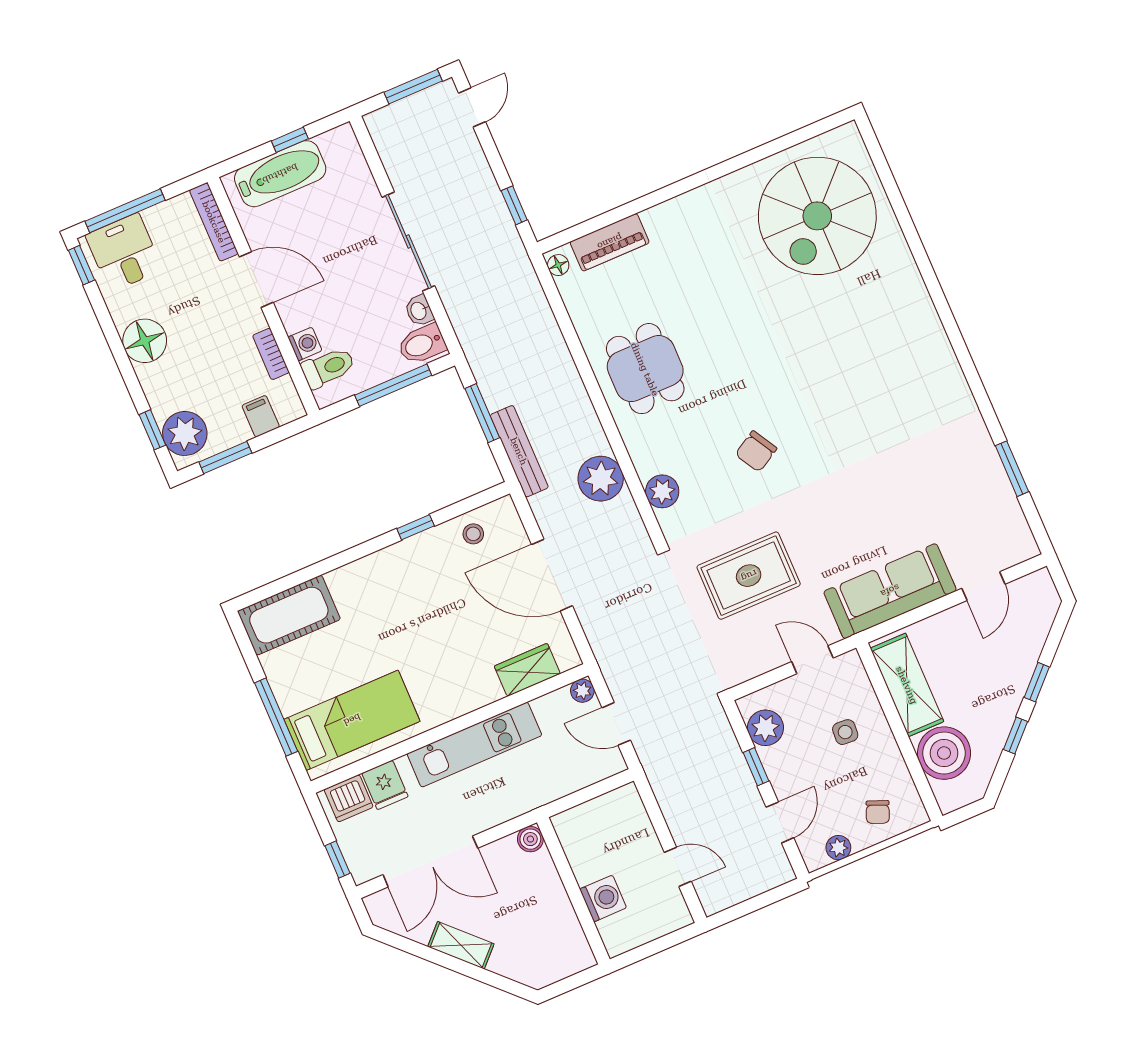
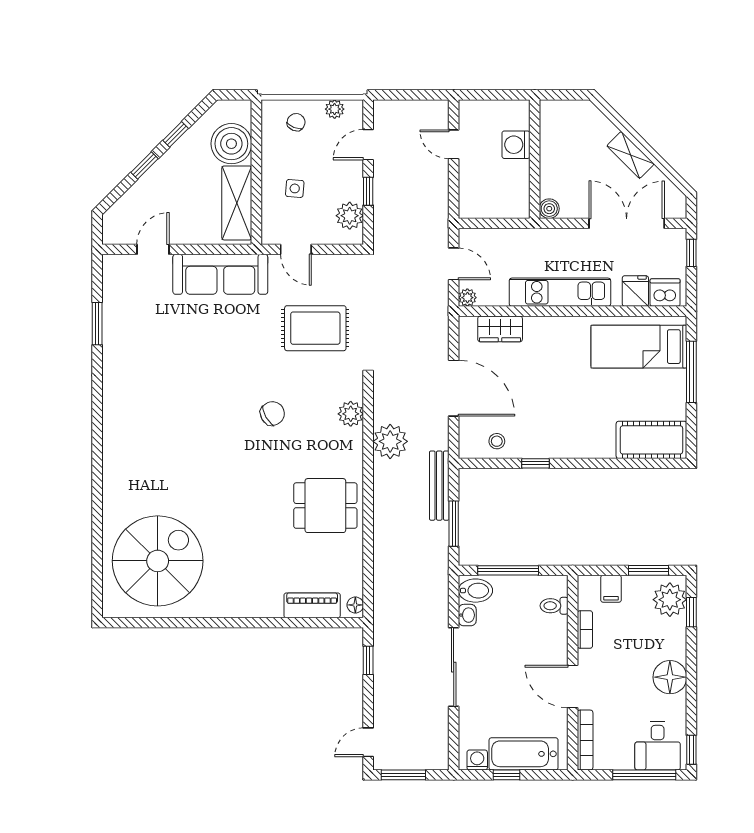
washing machine: (305, 344) -> (477, 760), moved, turned 90
toilet: (328, 368) -> (554, 606), width x0.73, depth x0.72
dining table: (645, 369) -> (325, 506), turned 90

